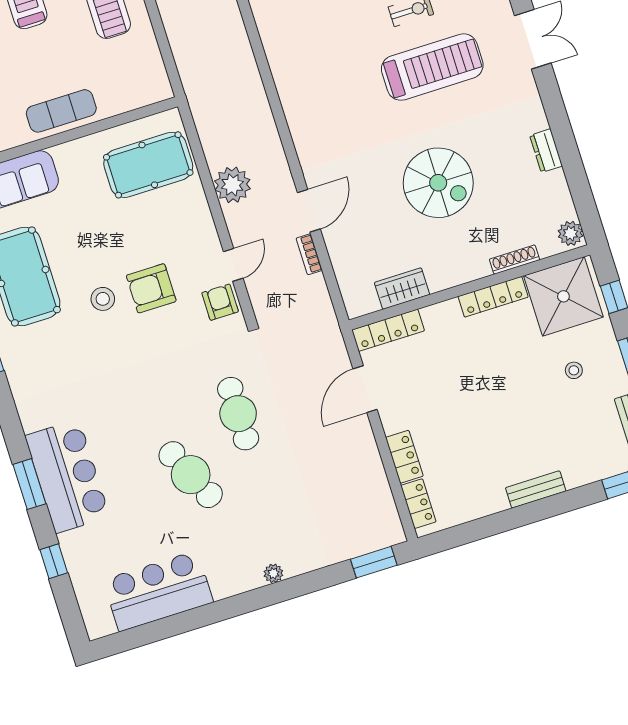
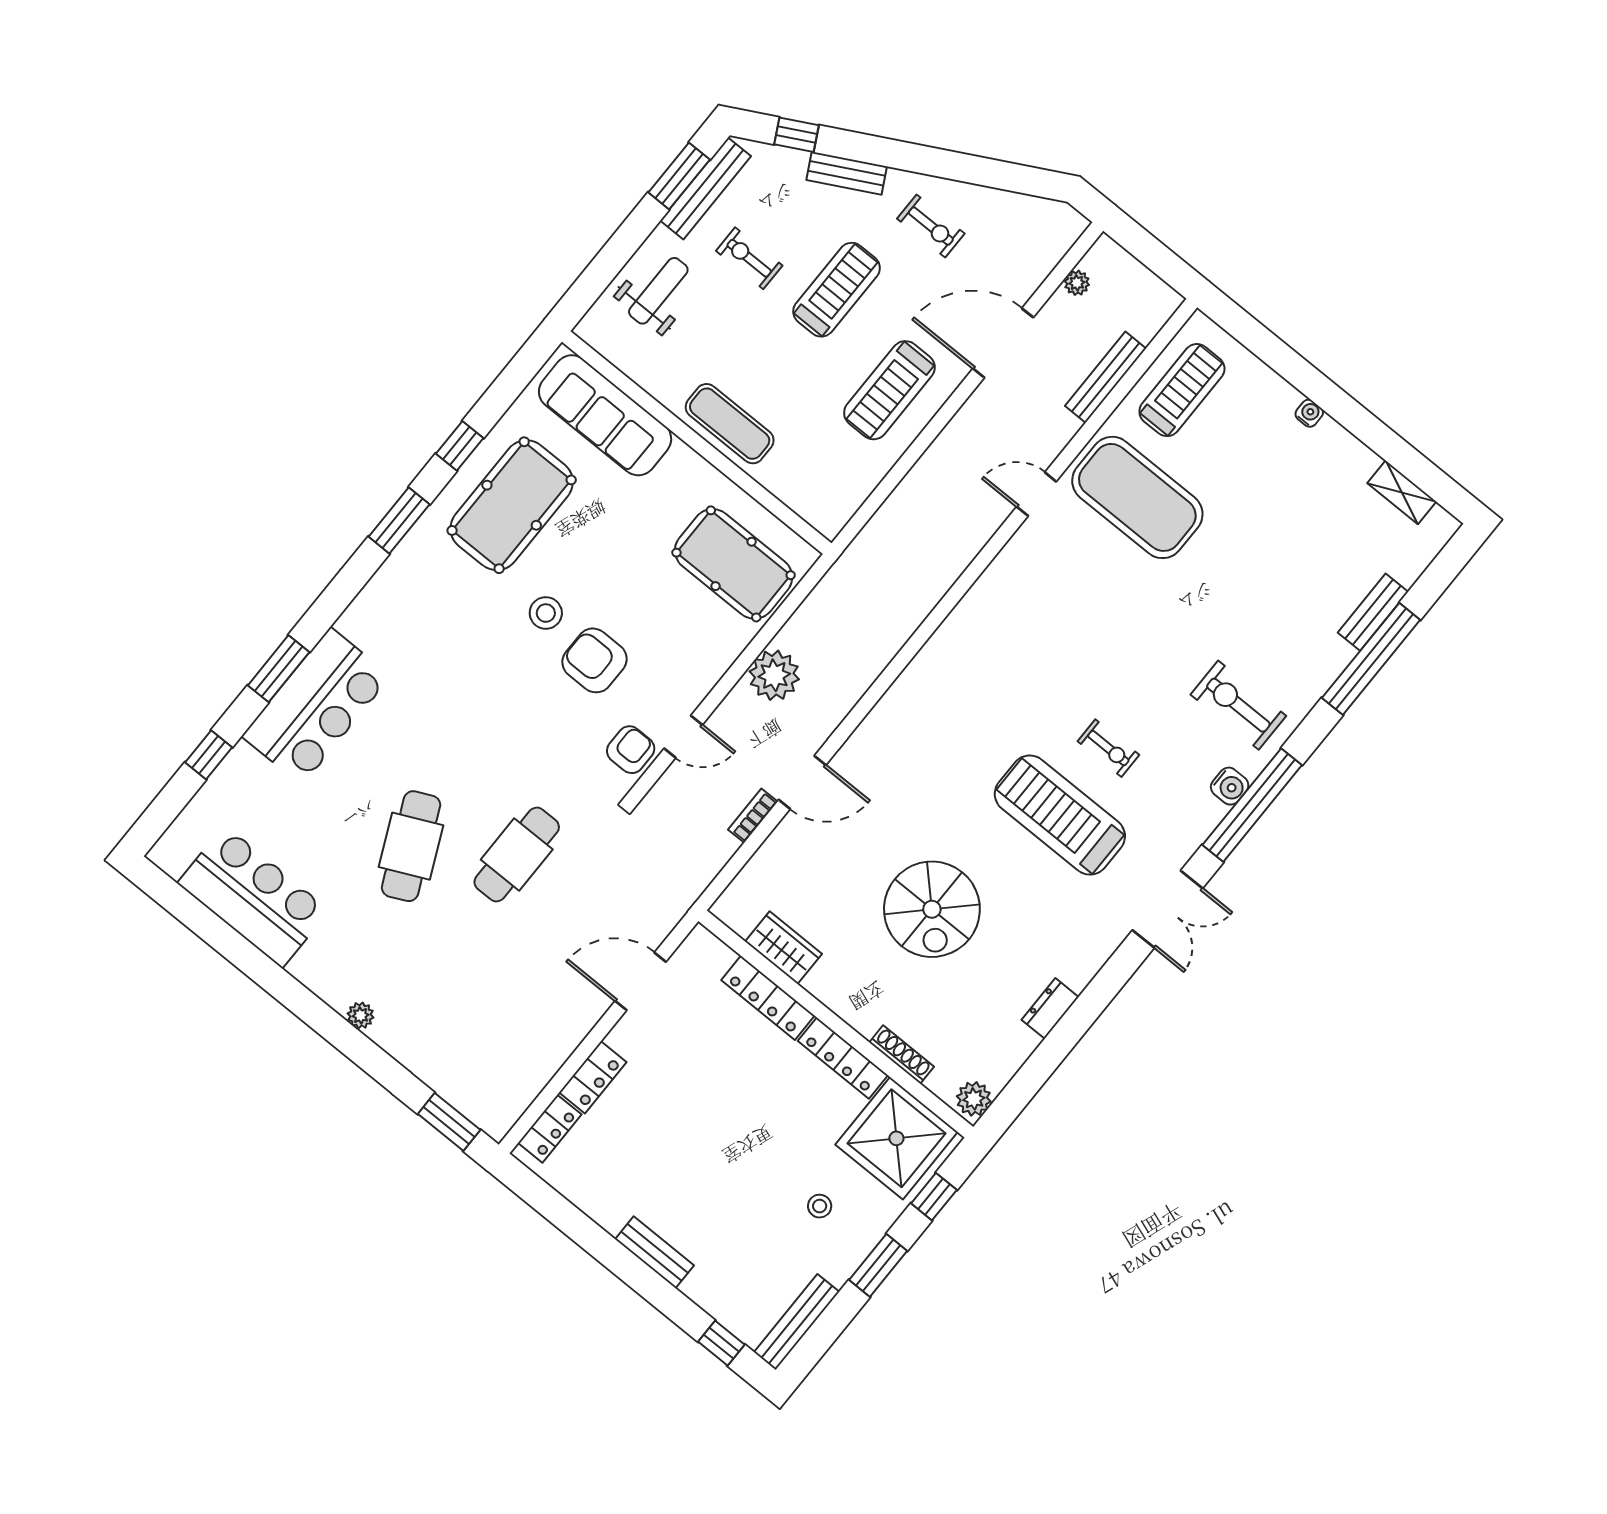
treadmill: (432, 67) -> (1060, 815), turned 180
locker: (388, 330) -> (768, 998), moved

